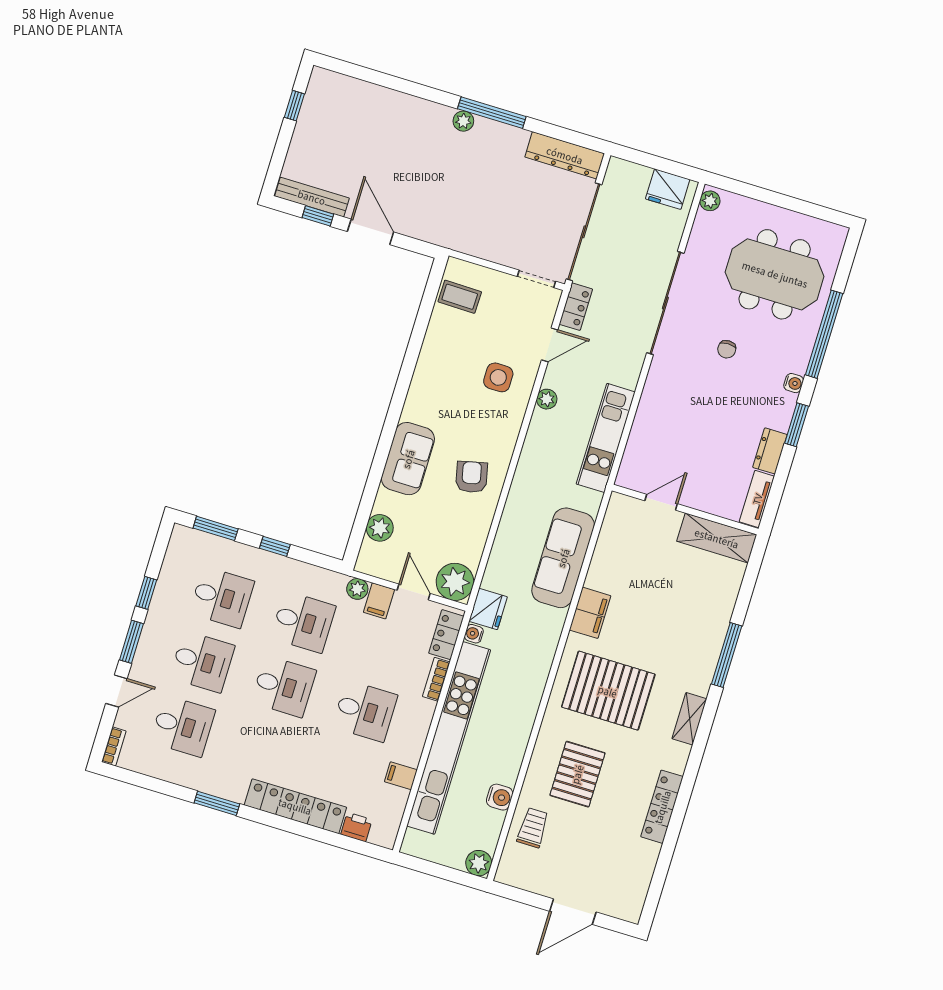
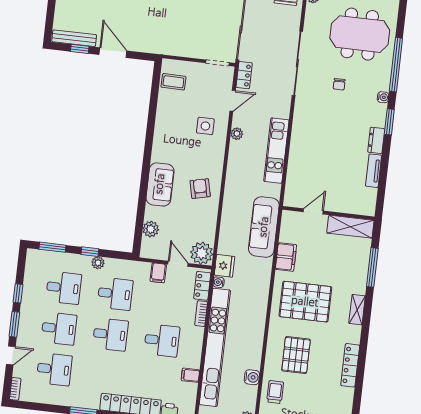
door: (661, 502) -> (313, 211), moved
wall: (685, 510) -> (328, 213), moved
shelving: (717, 538) -> (350, 227), moved
plant: (357, 589) -> (98, 263), moved

